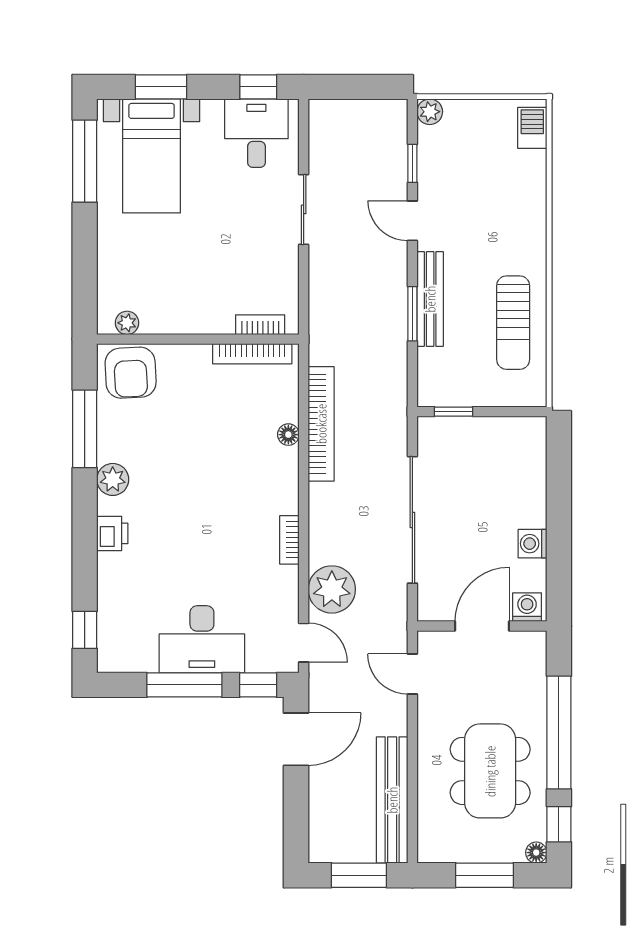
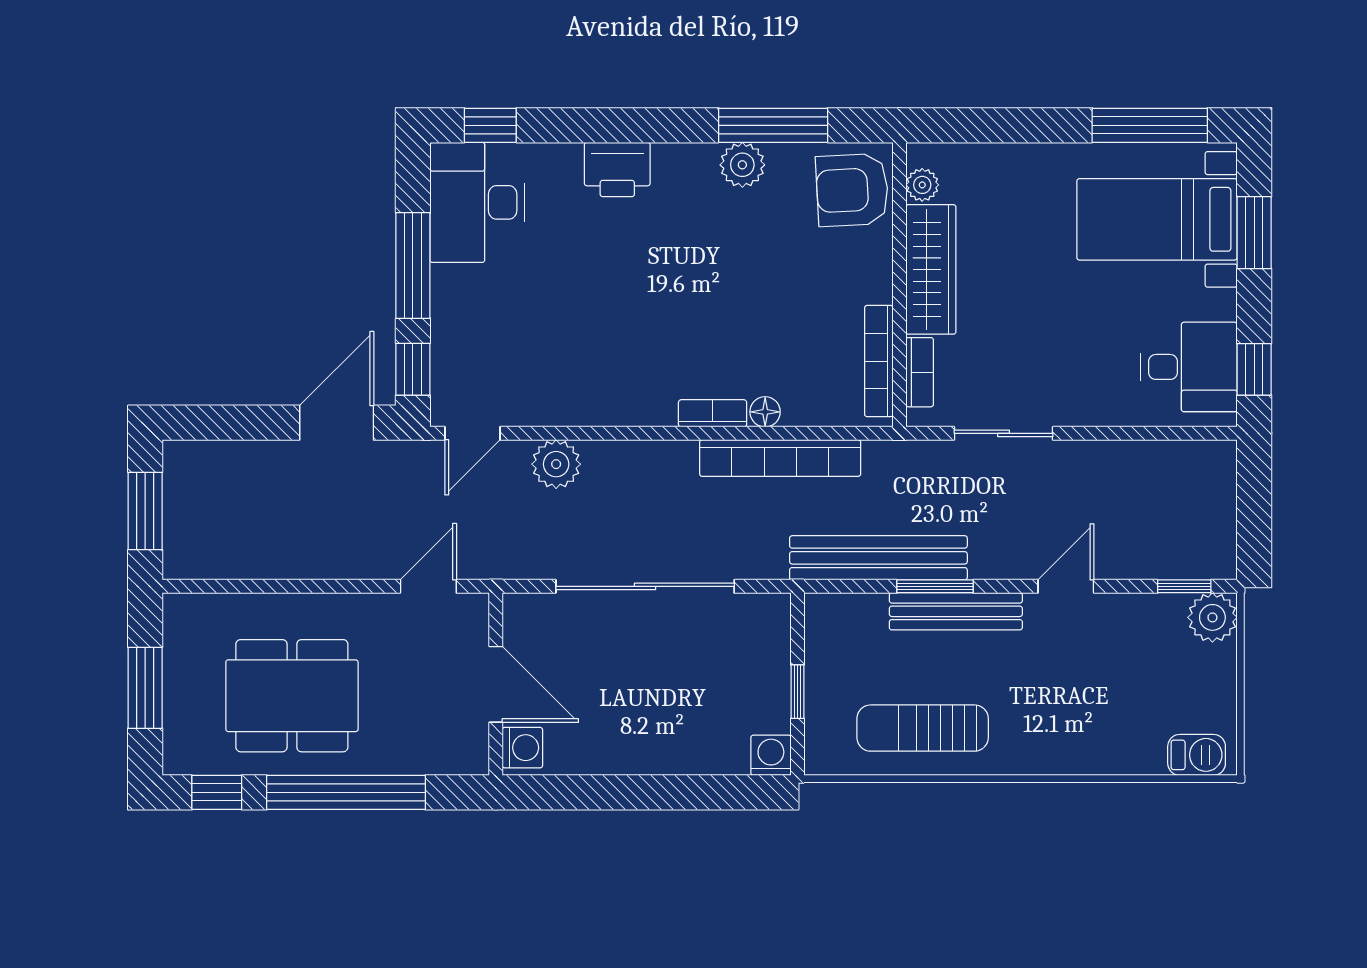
plant: (430, 112) -> (1212, 617), width x1.38, depth x1.38
window: (412, 163) -> (1184, 586), moved
sliding door: (304, 209) -> (1004, 433), moved
wardrobe: (187, 317) -> (931, 269), added
window: (453, 412) -> (797, 692), moved
plant: (113, 479) -> (742, 165), moved
printer: (112, 533) -> (617, 169), width x1.36, depth x1.24
bookcase: (289, 540) -> (713, 413), moved
washing machine: (532, 544) -> (771, 755), moved
plant: (332, 589) -> (556, 464), width x0.73, depth x0.73
desk: (202, 639) -> (477, 202), moved
door: (296, 739) -> (337, 423), swing flipped
bench: (392, 800) -> (878, 558), moved
floor lamp: (536, 853) -> (177, 761), removed

